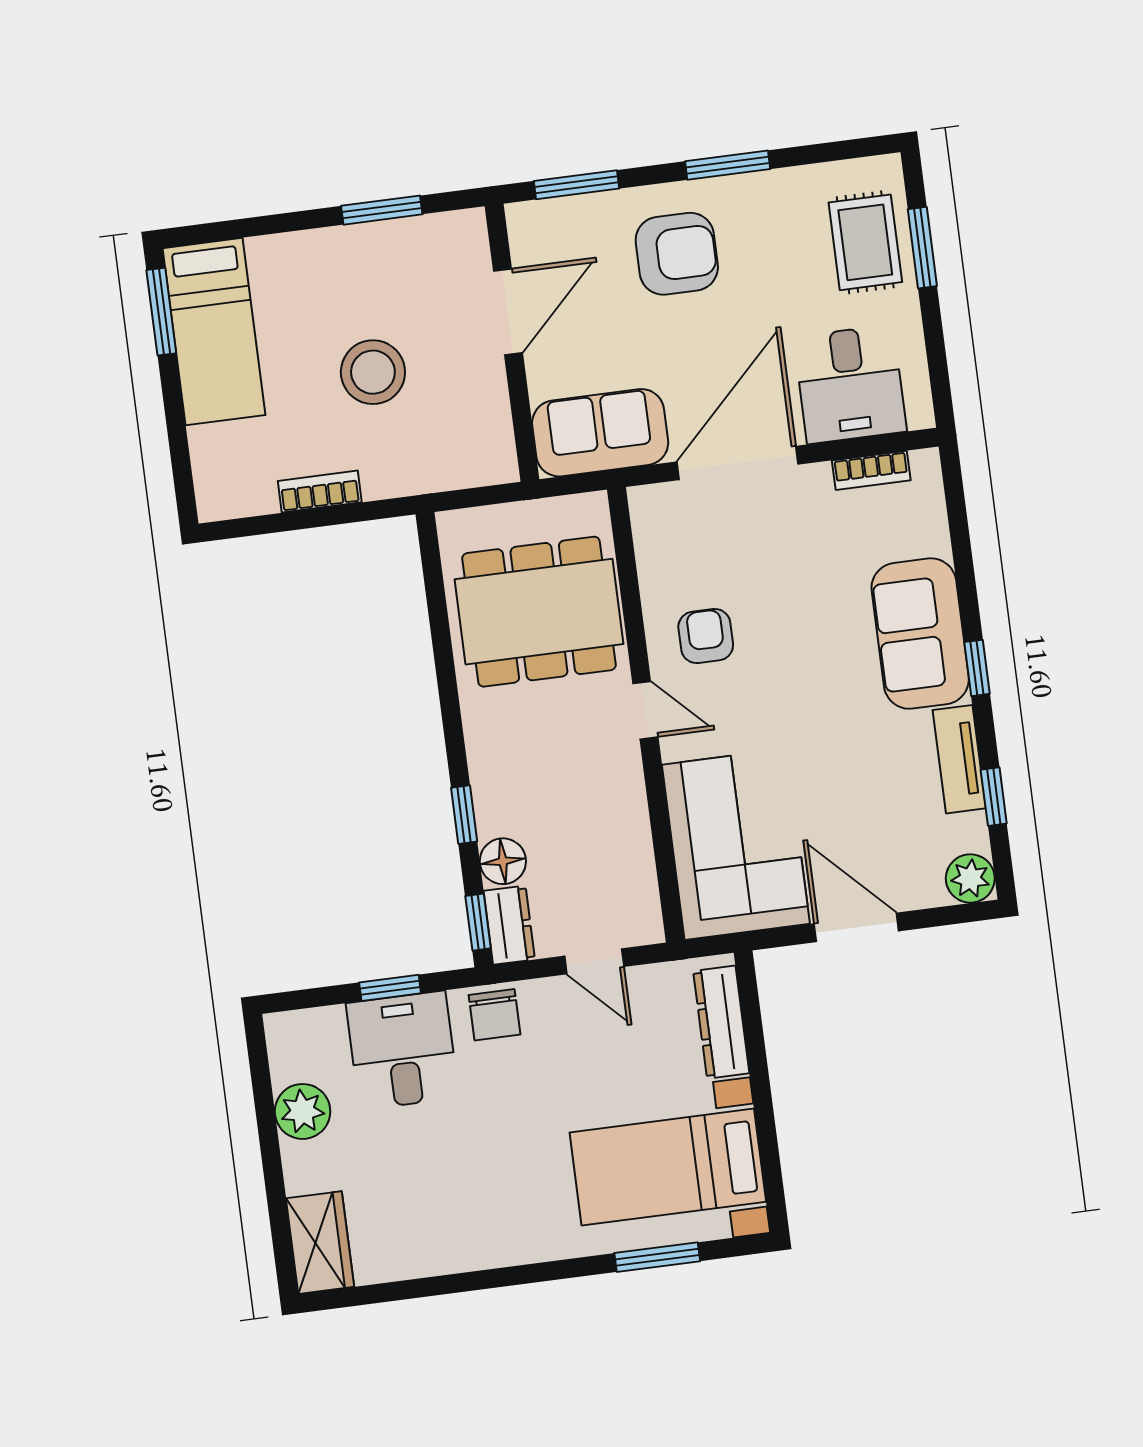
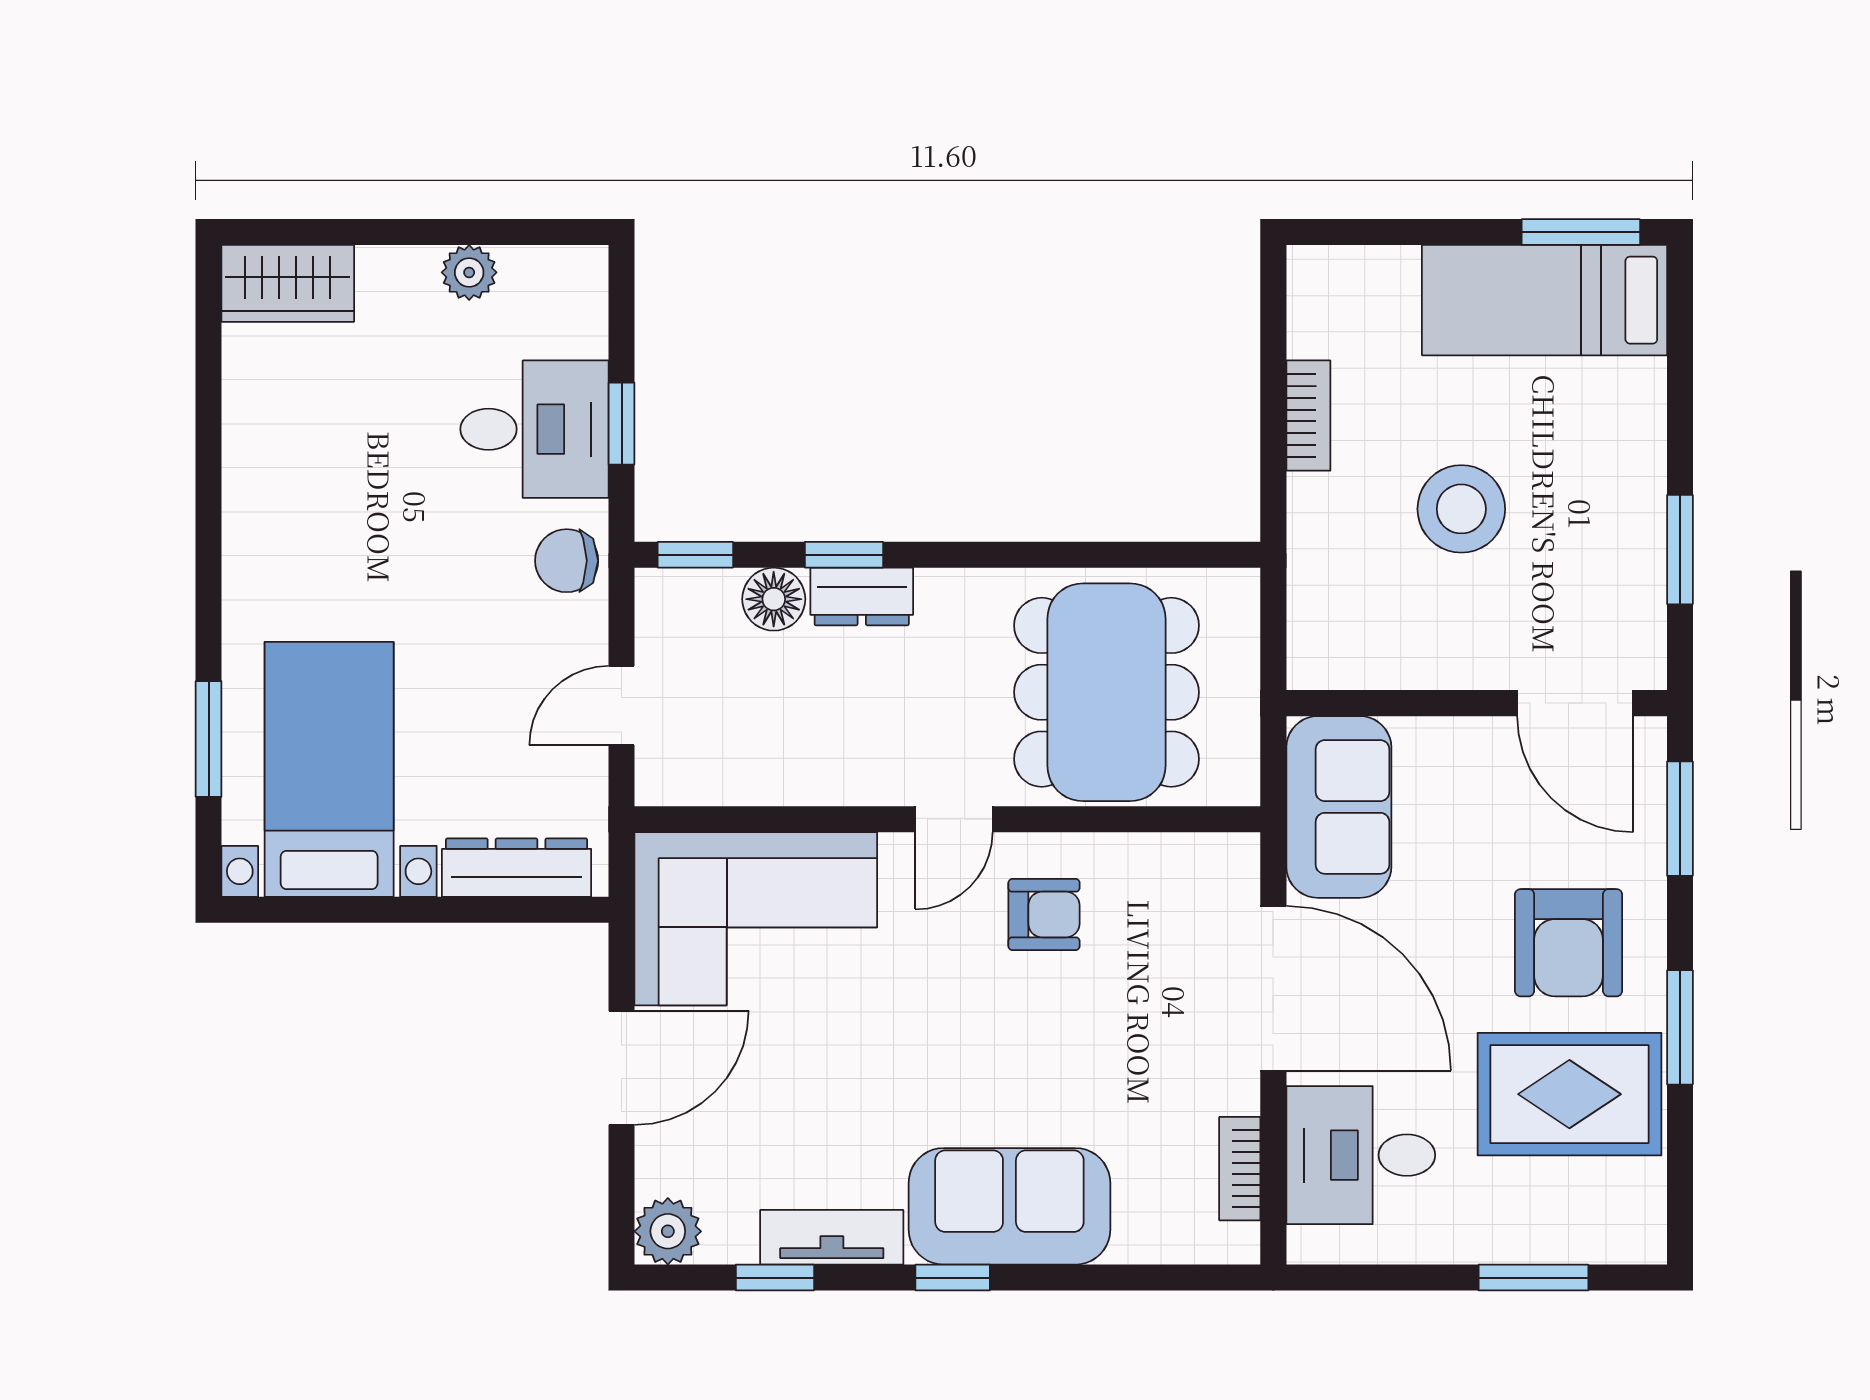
rug: (865, 242) -> (1569, 1094), moved, width x1.36, depth x1.43
door: (508, 312) -> (1575, 703), moved
dresser: (509, 925) -> (862, 596), moved
plant: (303, 1111) -> (469, 272), width x0.73, depth x0.73

